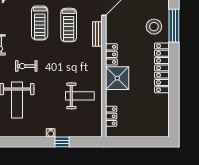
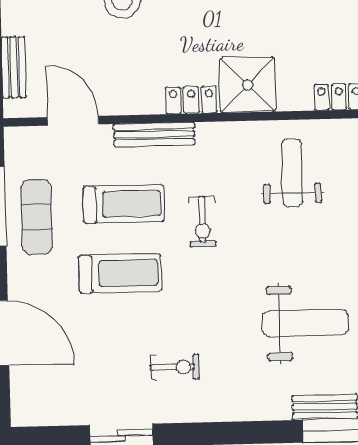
bench: (97, 34) -> (154, 134), width x1.36
exercise bike: (26, 66) -> (202, 222), moved

